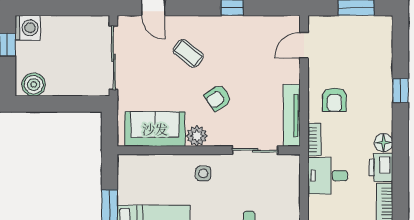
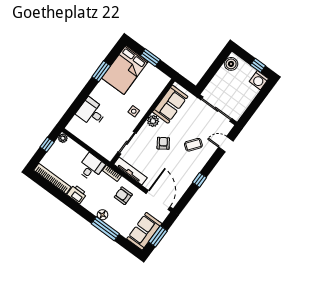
sofa: (363, 32) -> (144, 231), added
door: (304, 45) -> (158, 200), width x1.87
window: (400, 91) -> (105, 229), width x2.17
floor lamp: (383, 143) -> (102, 215), moved

